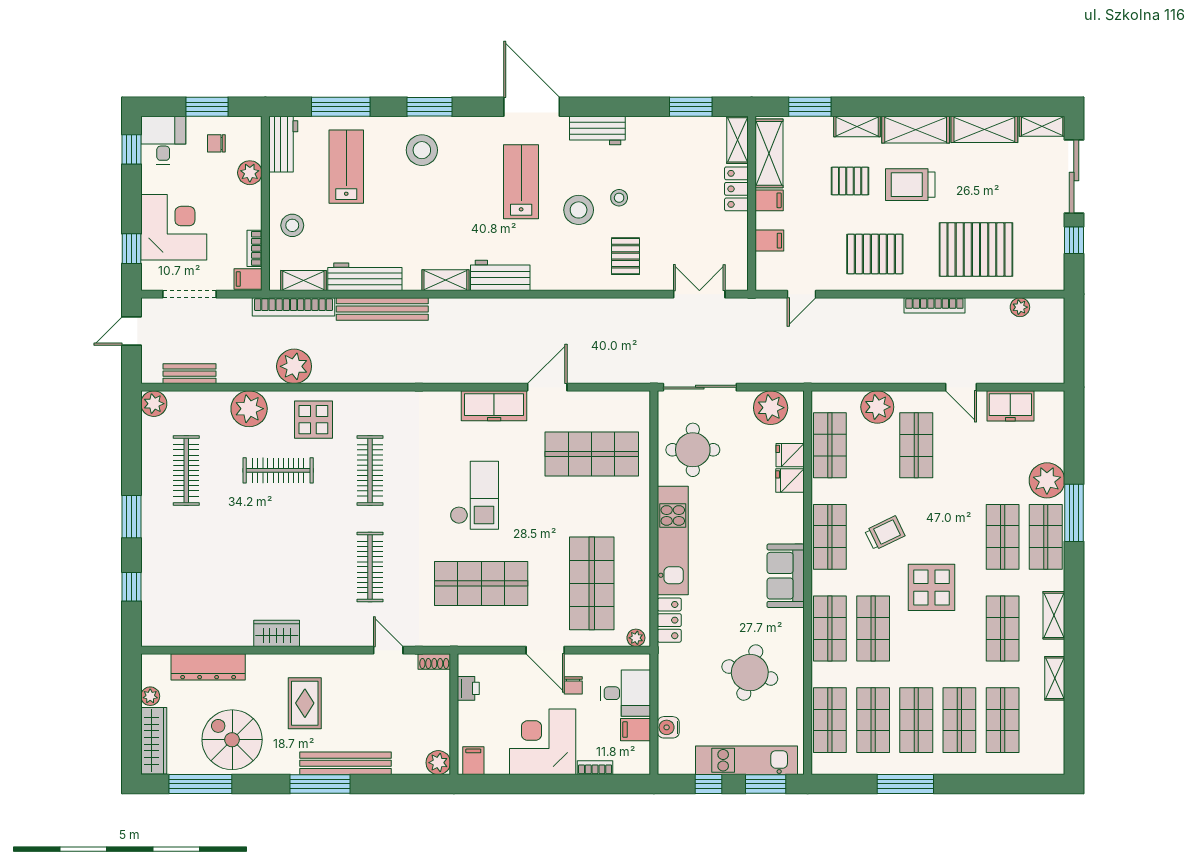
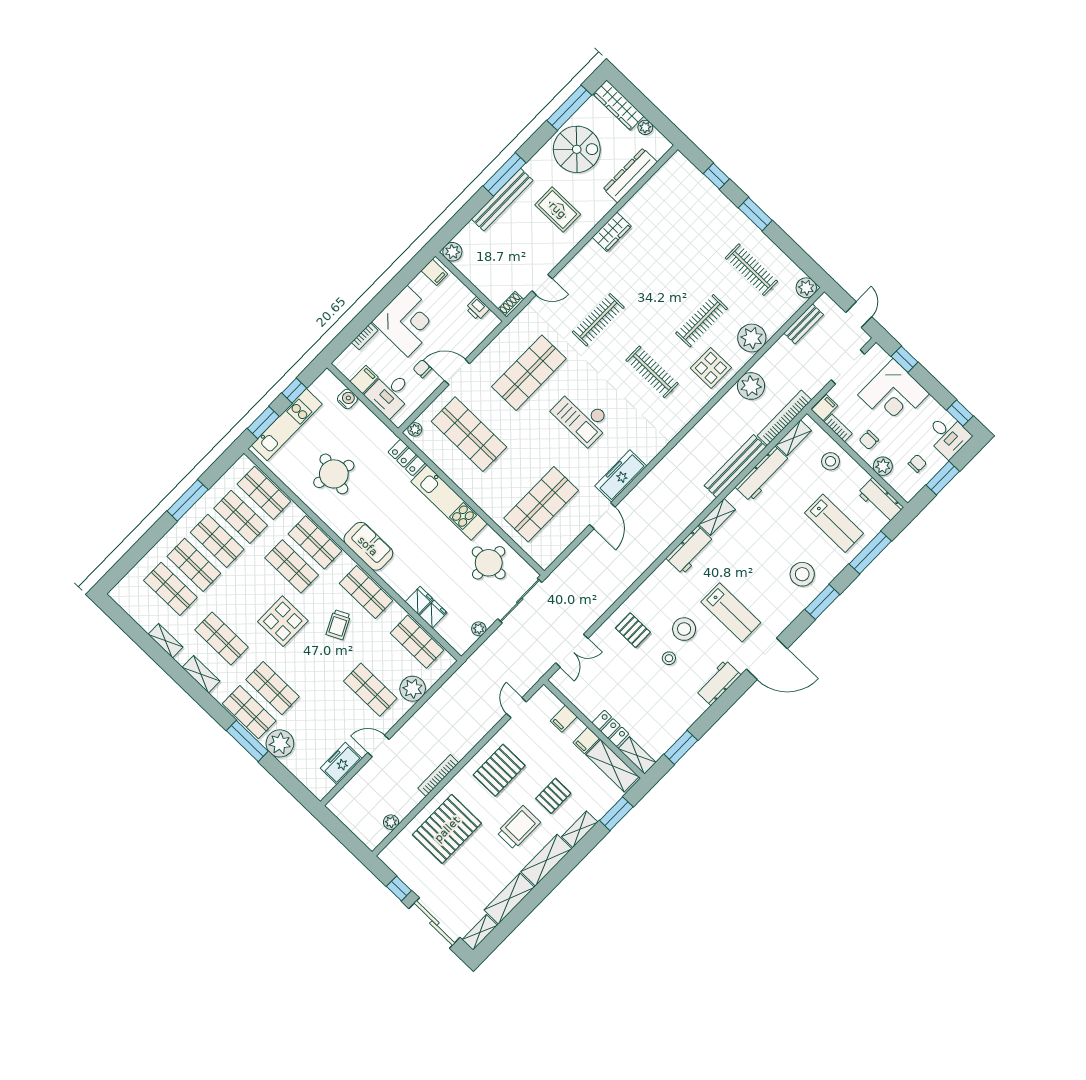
chair: (238, 209) -> (869, 440), added
plant: (771, 408) -> (479, 629), width x0.53, depth x0.53
clothes rail: (370, 567) -> (598, 320), turned 90

